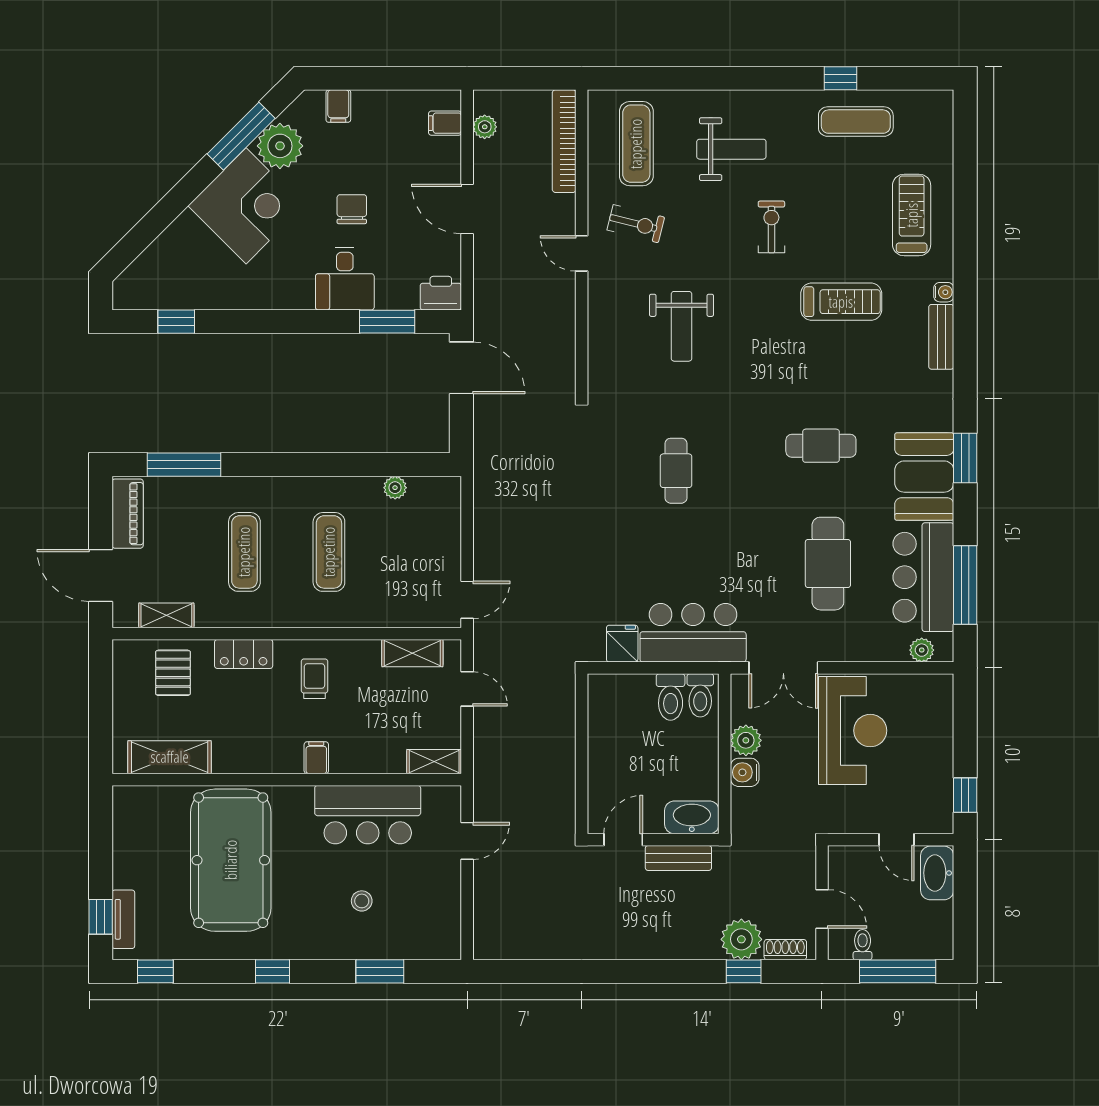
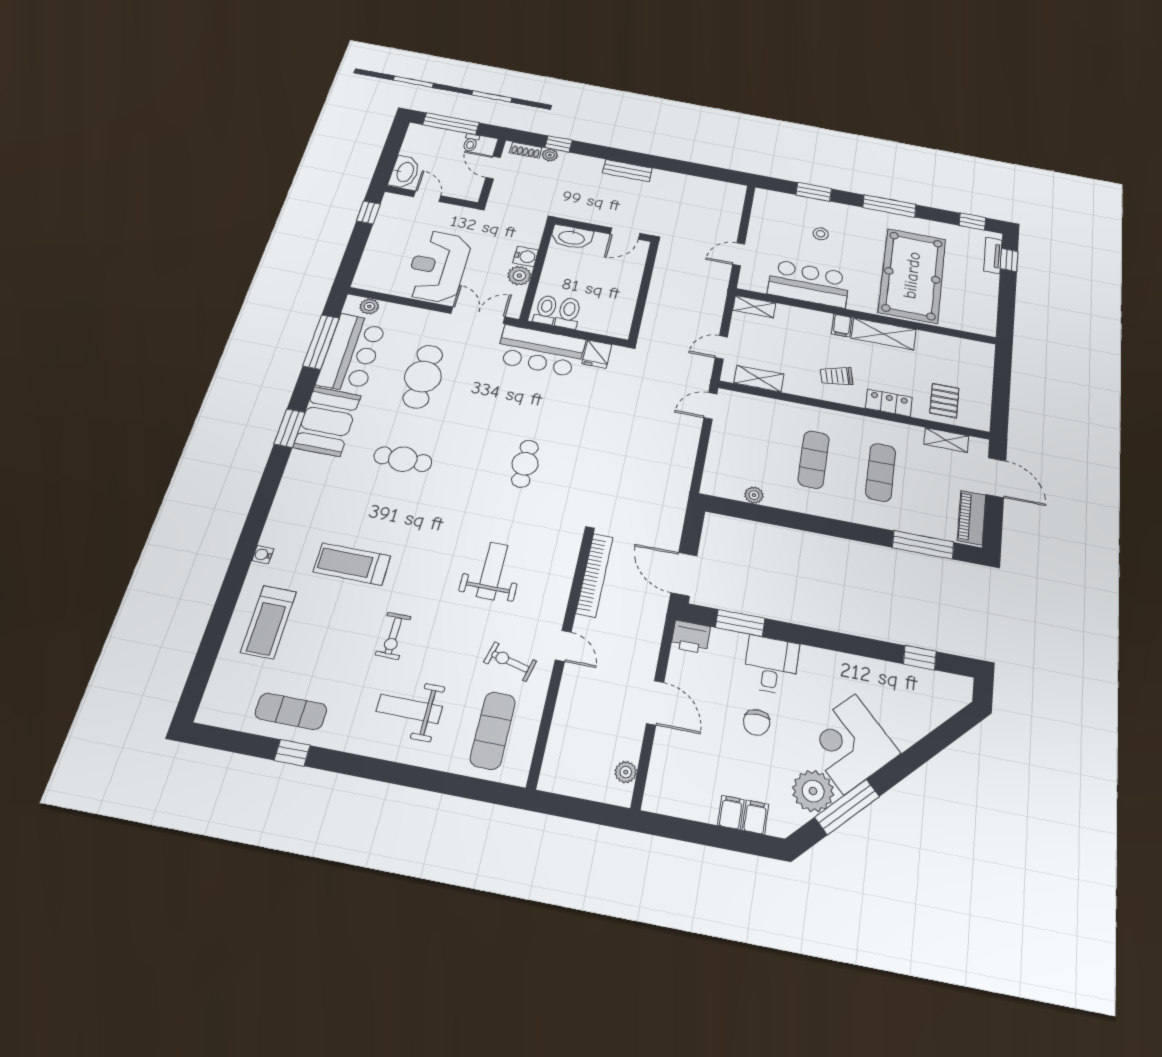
filing cabinet: (445, 123) -> (731, 812), moved, turned -90
bookcase: (564, 141) -> (594, 575), moved
bench: (941, 337) -> (277, 521), removed
trolley: (314, 679) -> (836, 376), turned 77
door: (467, 689) -> (721, 347), hinge flipped
shelving: (170, 757) -> (884, 334), moved
bench: (678, 858) -> (627, 171), moved
plant: (741, 939) -> (550, 155), width x0.53, depth x0.53
window: (273, 971) -> (889, 206), width x2.17

